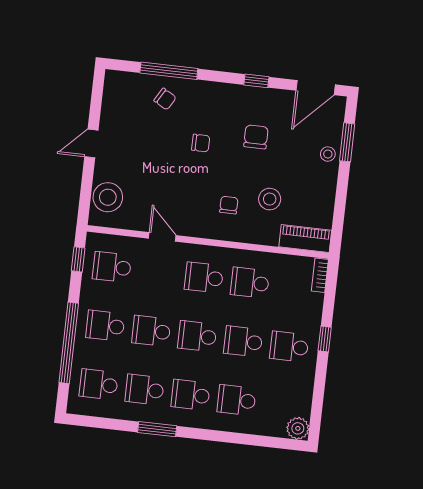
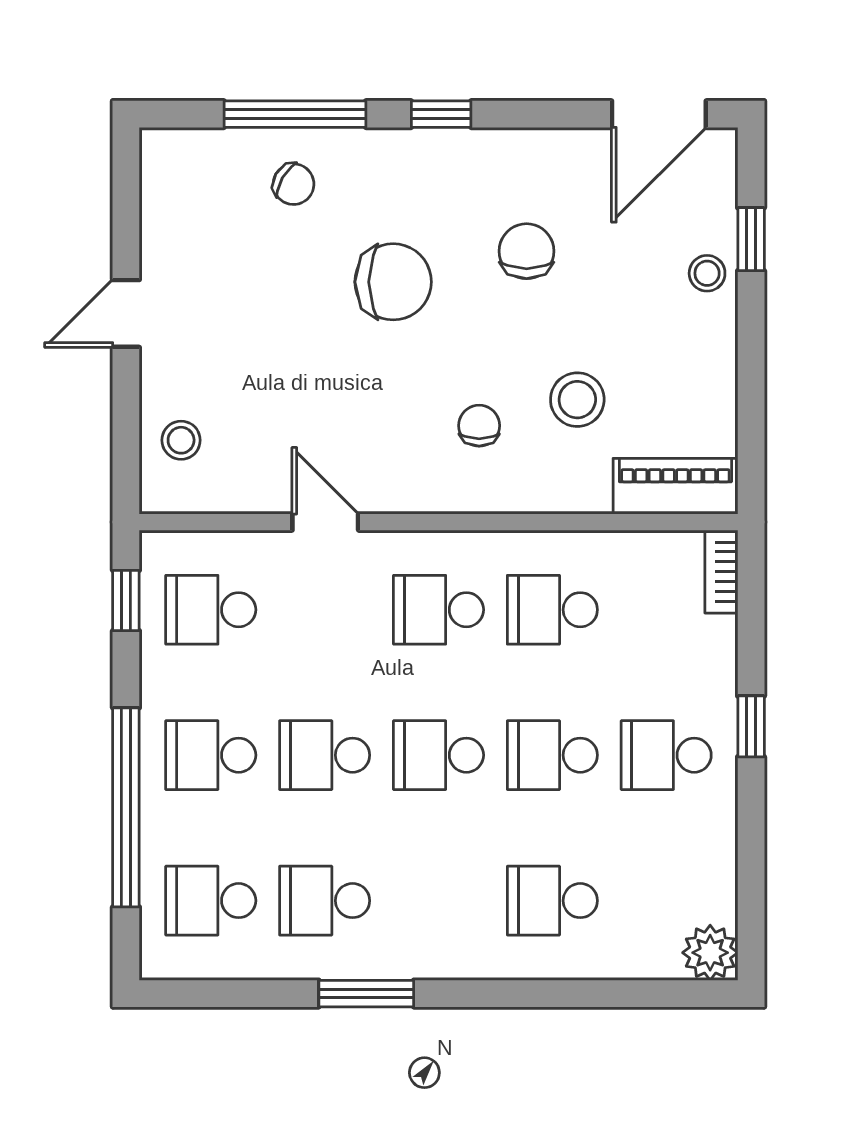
window: (256, 81) -> (441, 114), moved
window: (347, 142) -> (751, 239), width x0.67
chair: (201, 143) -> (393, 282), width x1.87, depth x1.87
stool: (108, 197) -> (181, 440), width x0.53, depth x0.53
school desk: (191, 395) -> (438, 901), removed

